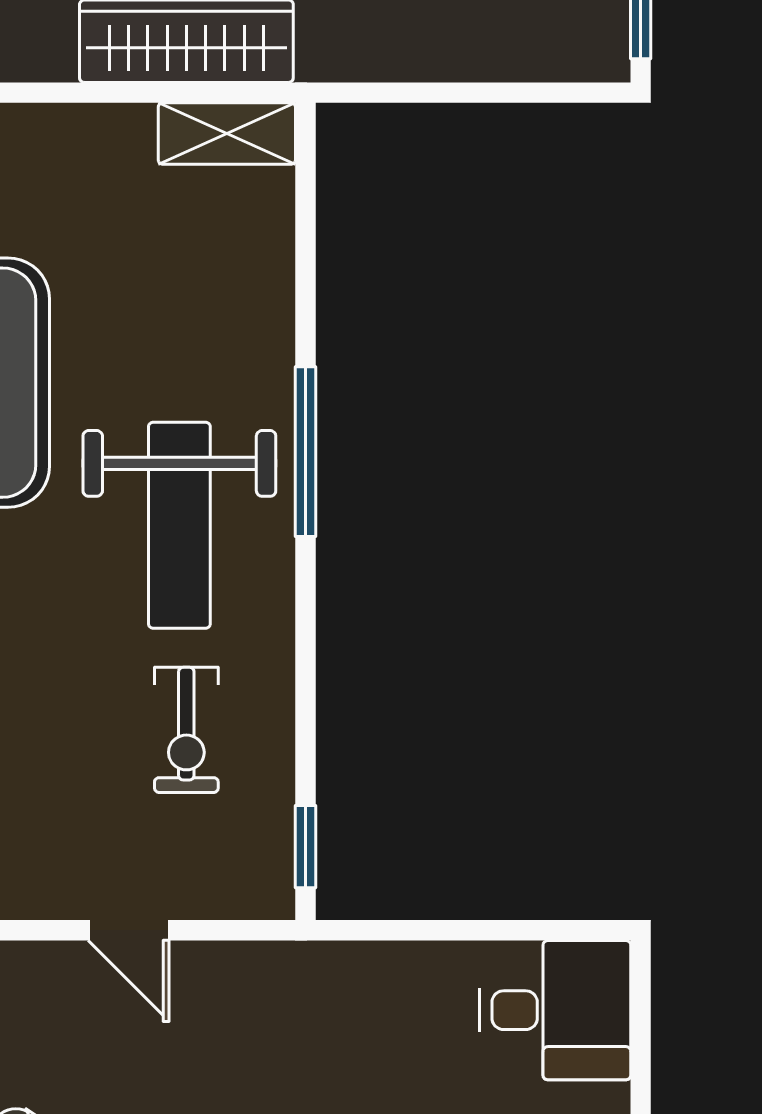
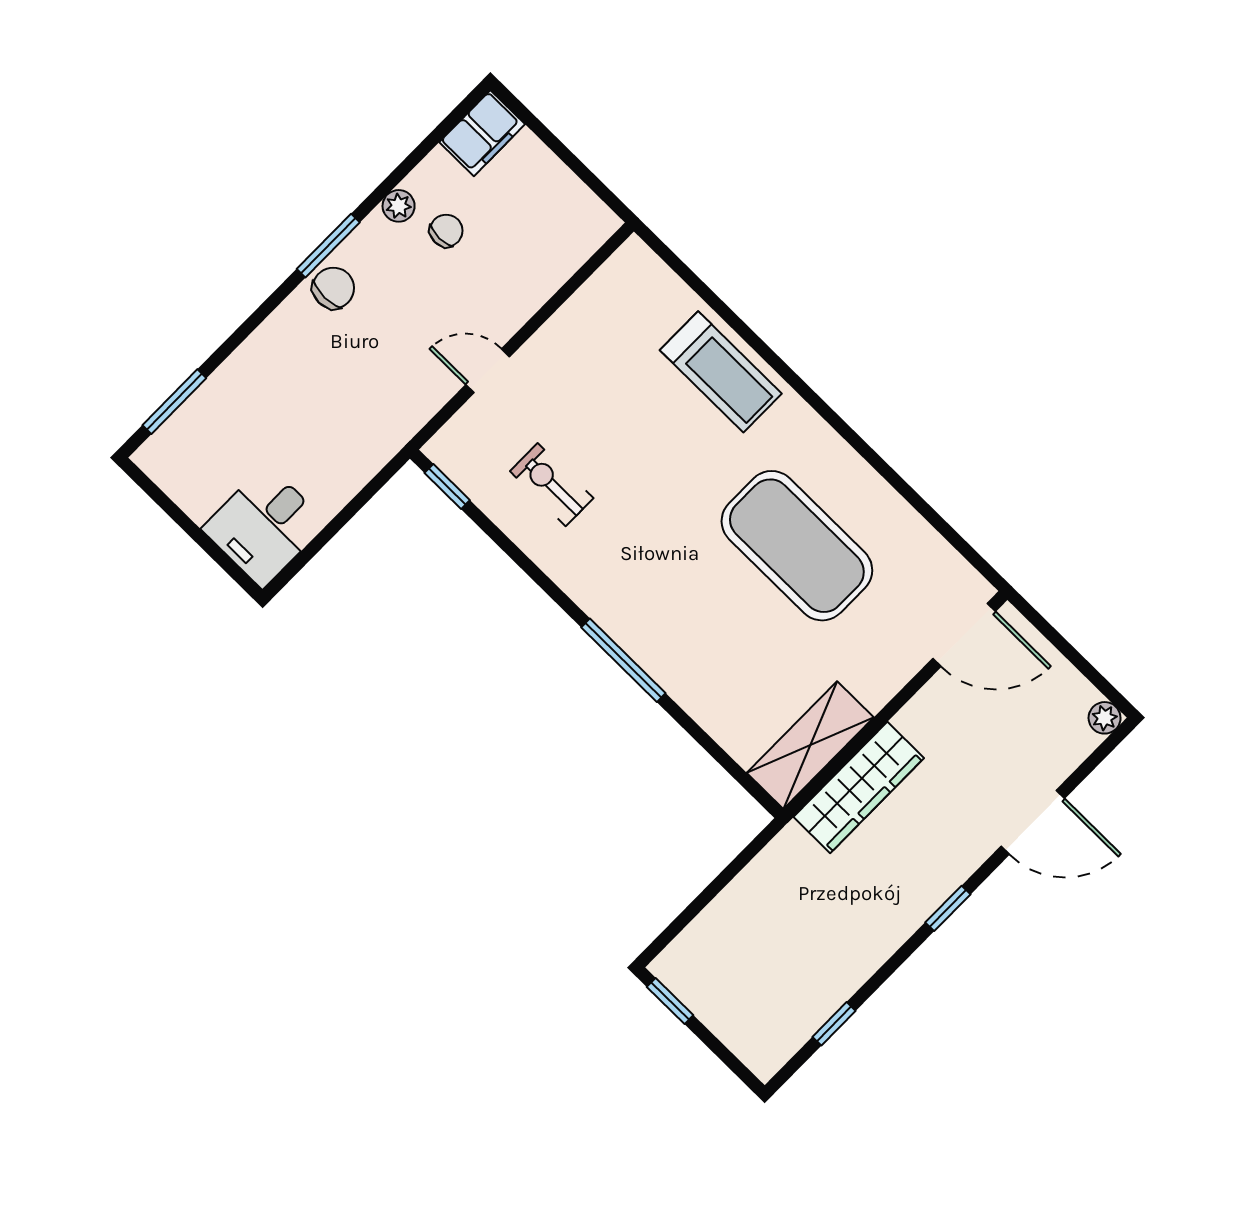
shelving: (227, 133) -> (810, 745), width x1.50, depth x1.33
weight bench: (179, 525) -> (646, 572), removed

